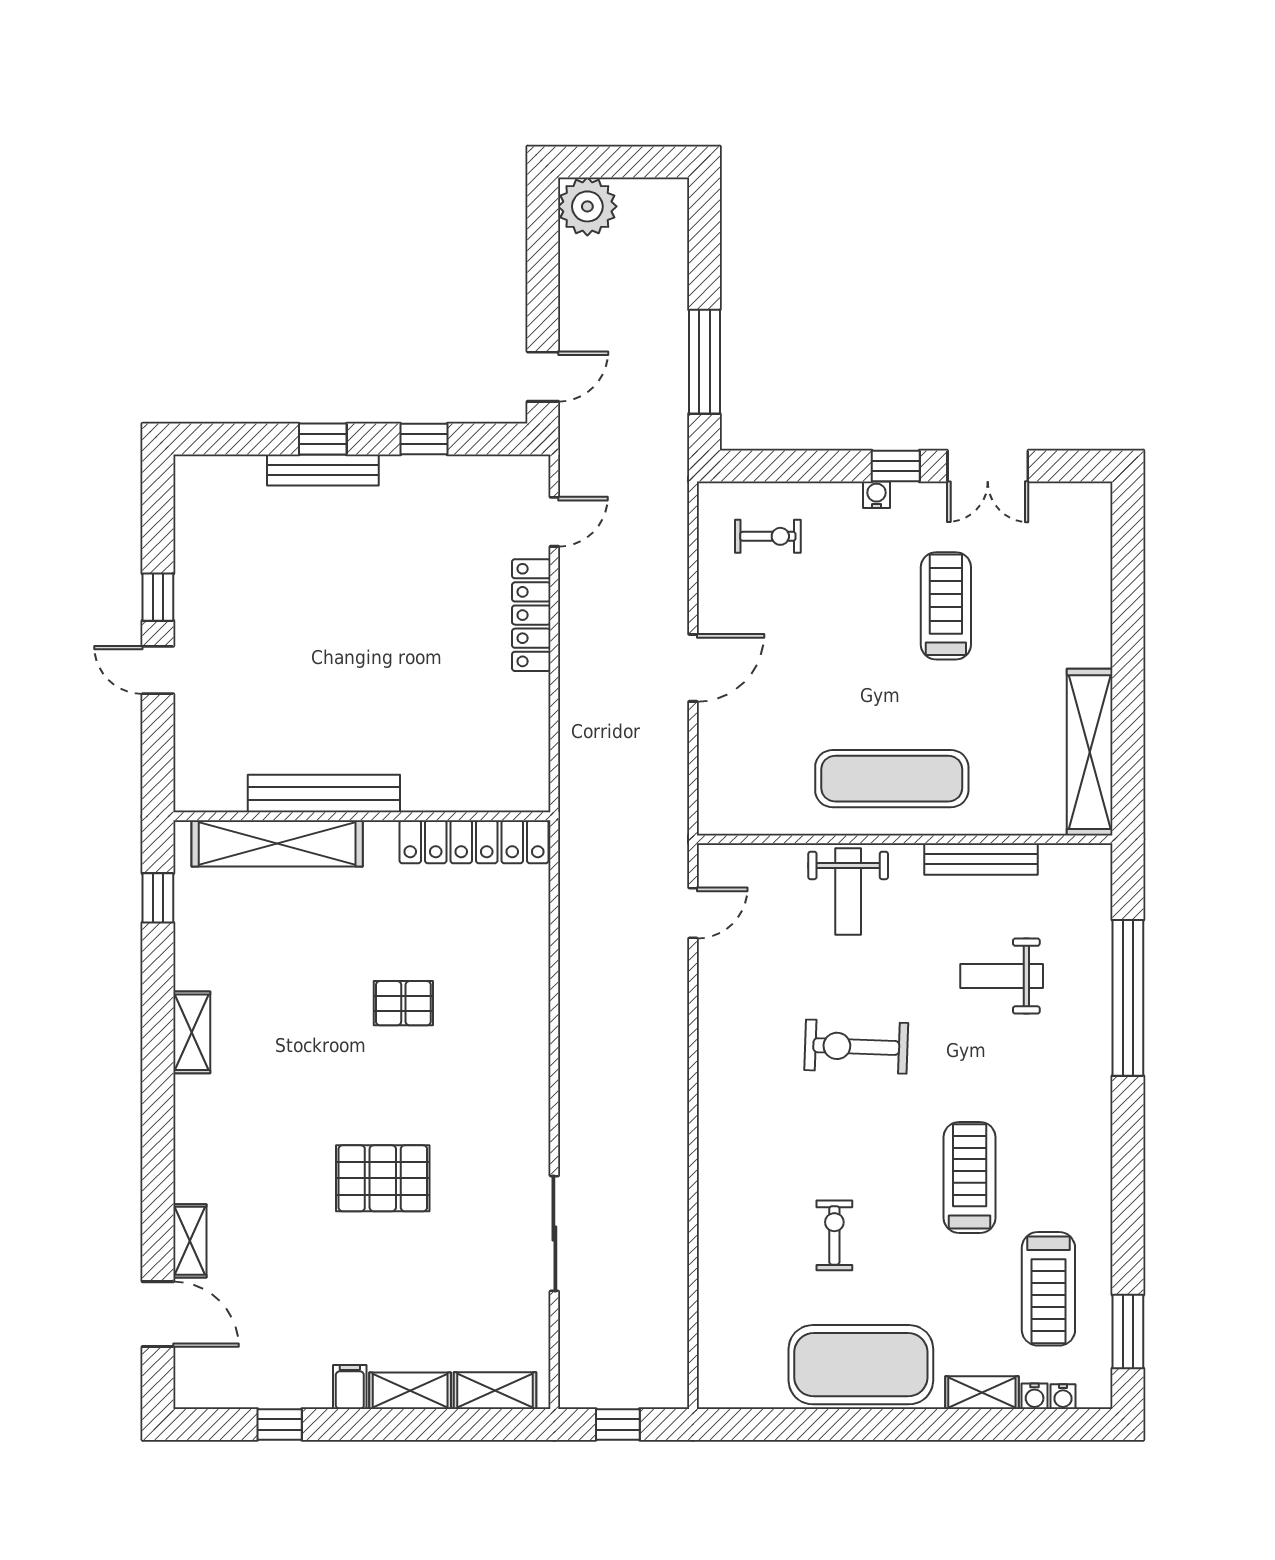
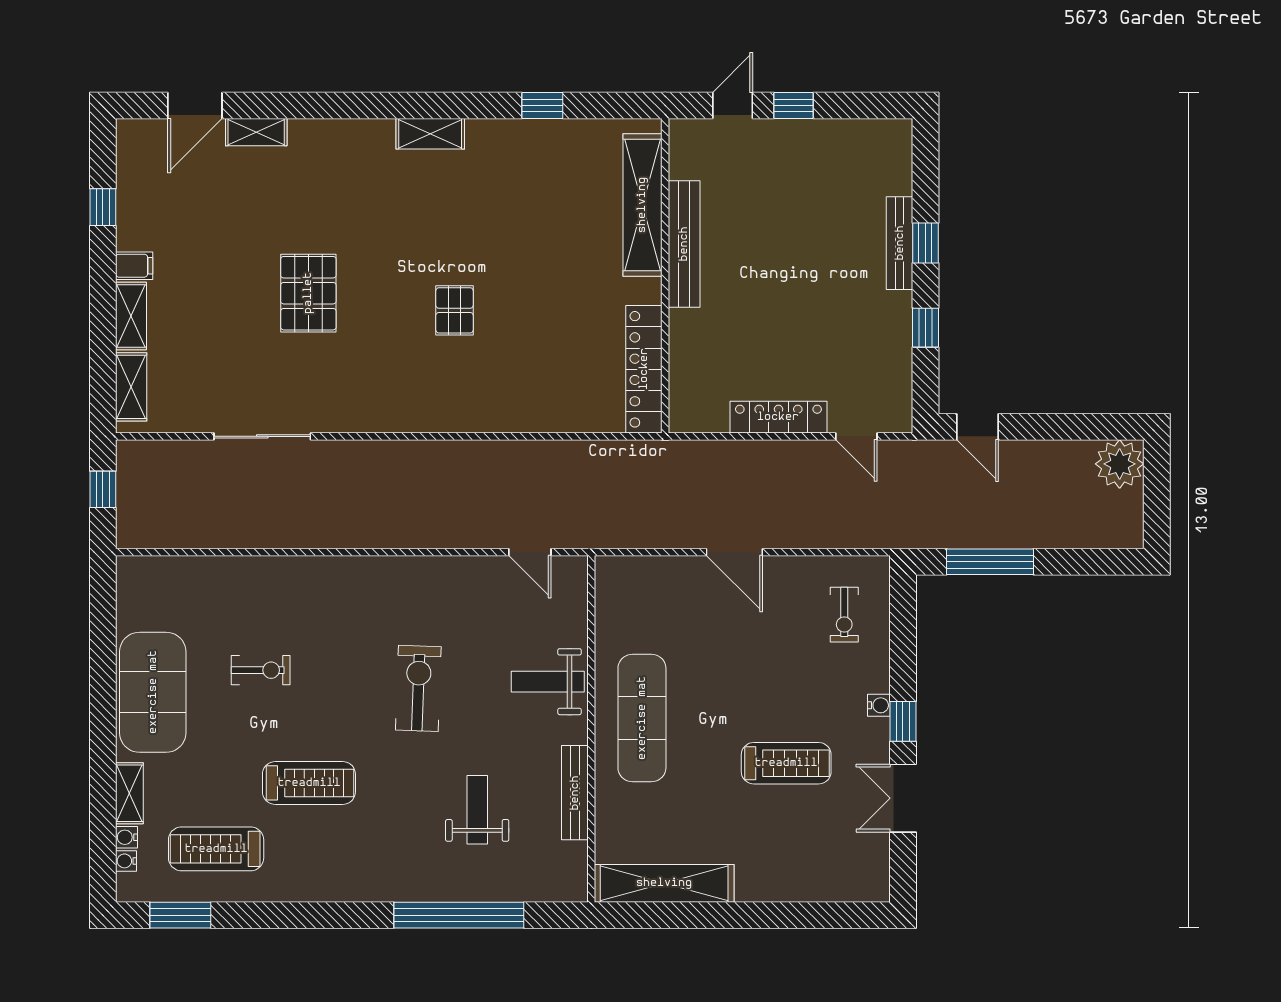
bench: (324, 794) -> (684, 244), moved
wall: (362, 816) -> (665, 276), moved
locker: (474, 842) -> (644, 369), moved
shelving: (277, 843) -> (642, 205), moved

